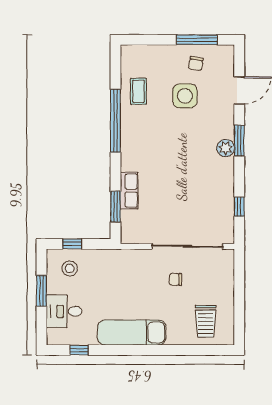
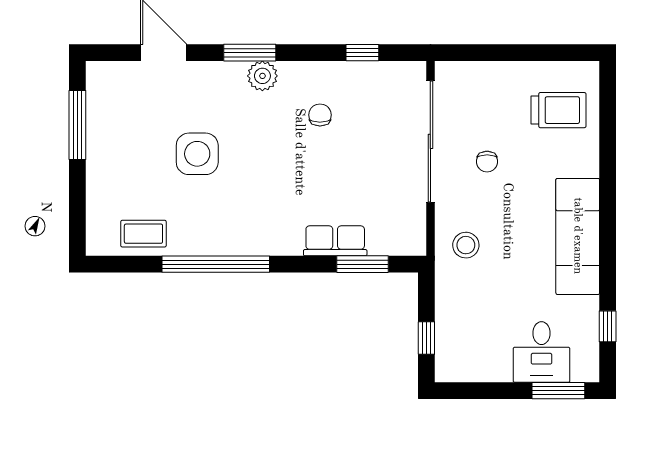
chair: (196, 64) -> (320, 115), moved, turned -100
coffee table: (138, 91) -> (143, 234), moved
side table: (185, 96) -> (197, 154), moved
stool: (70, 268) -> (466, 245), moved
window: (41, 291) -> (558, 391), moved

